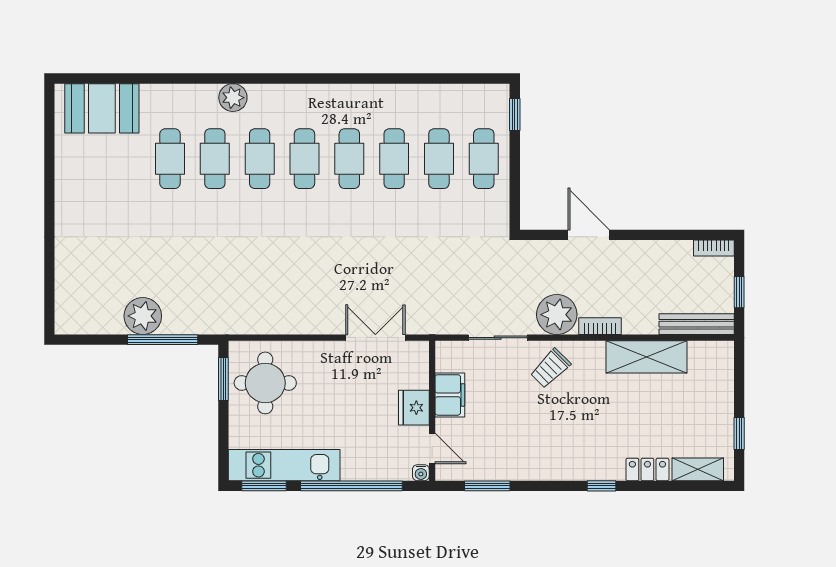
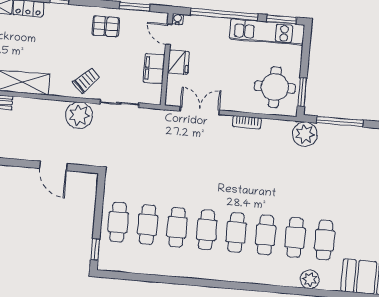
plant: (233, 98) -> (310, 279), moved
plant: (143, 316) -> (305, 134), moved
bookcase: (600, 326) -> (247, 122), moved
double door: (375, 338) -> (200, 111), swing flipped
pallet: (528, 452) -> (106, 26), added

